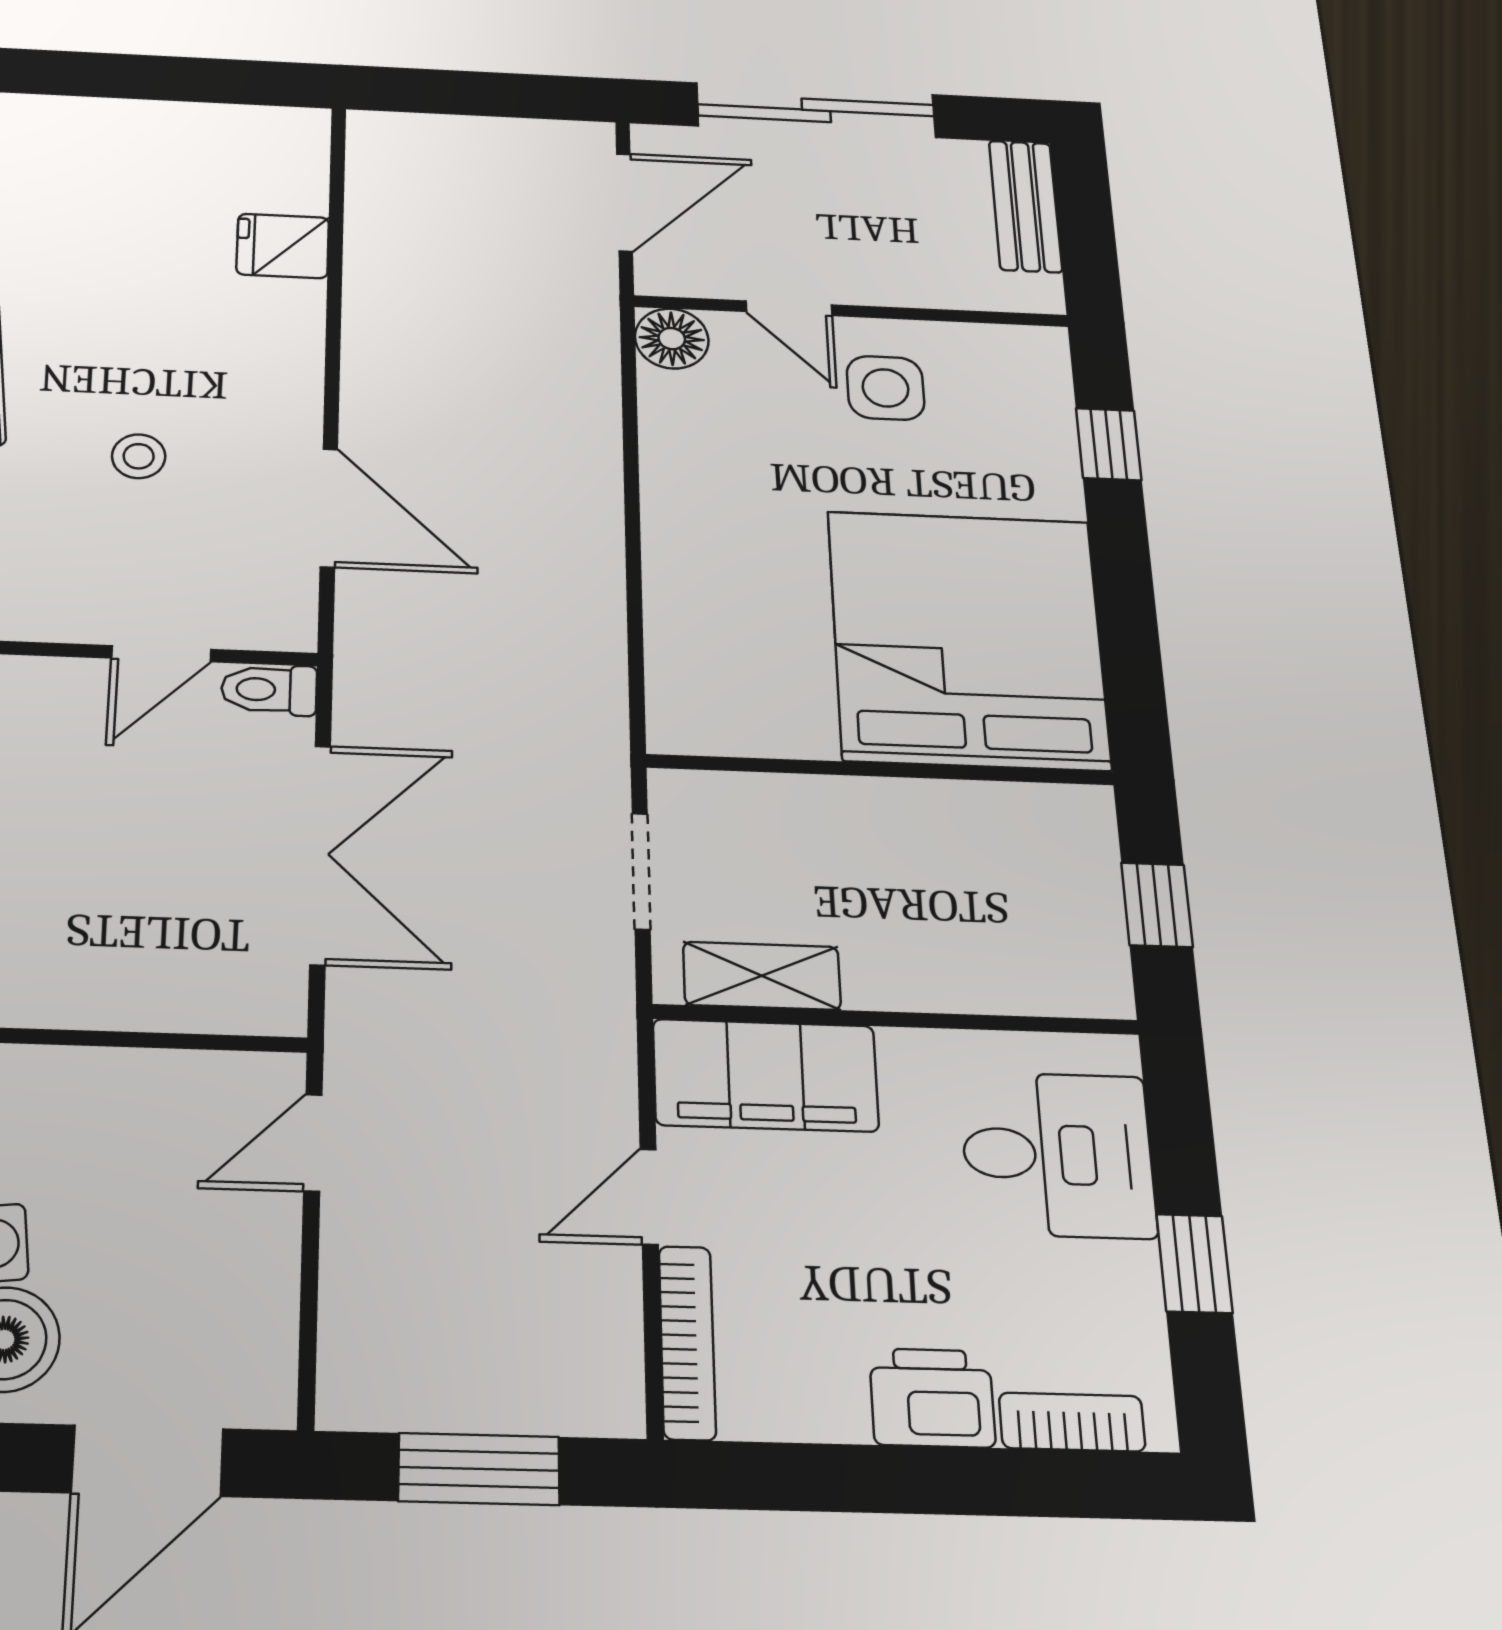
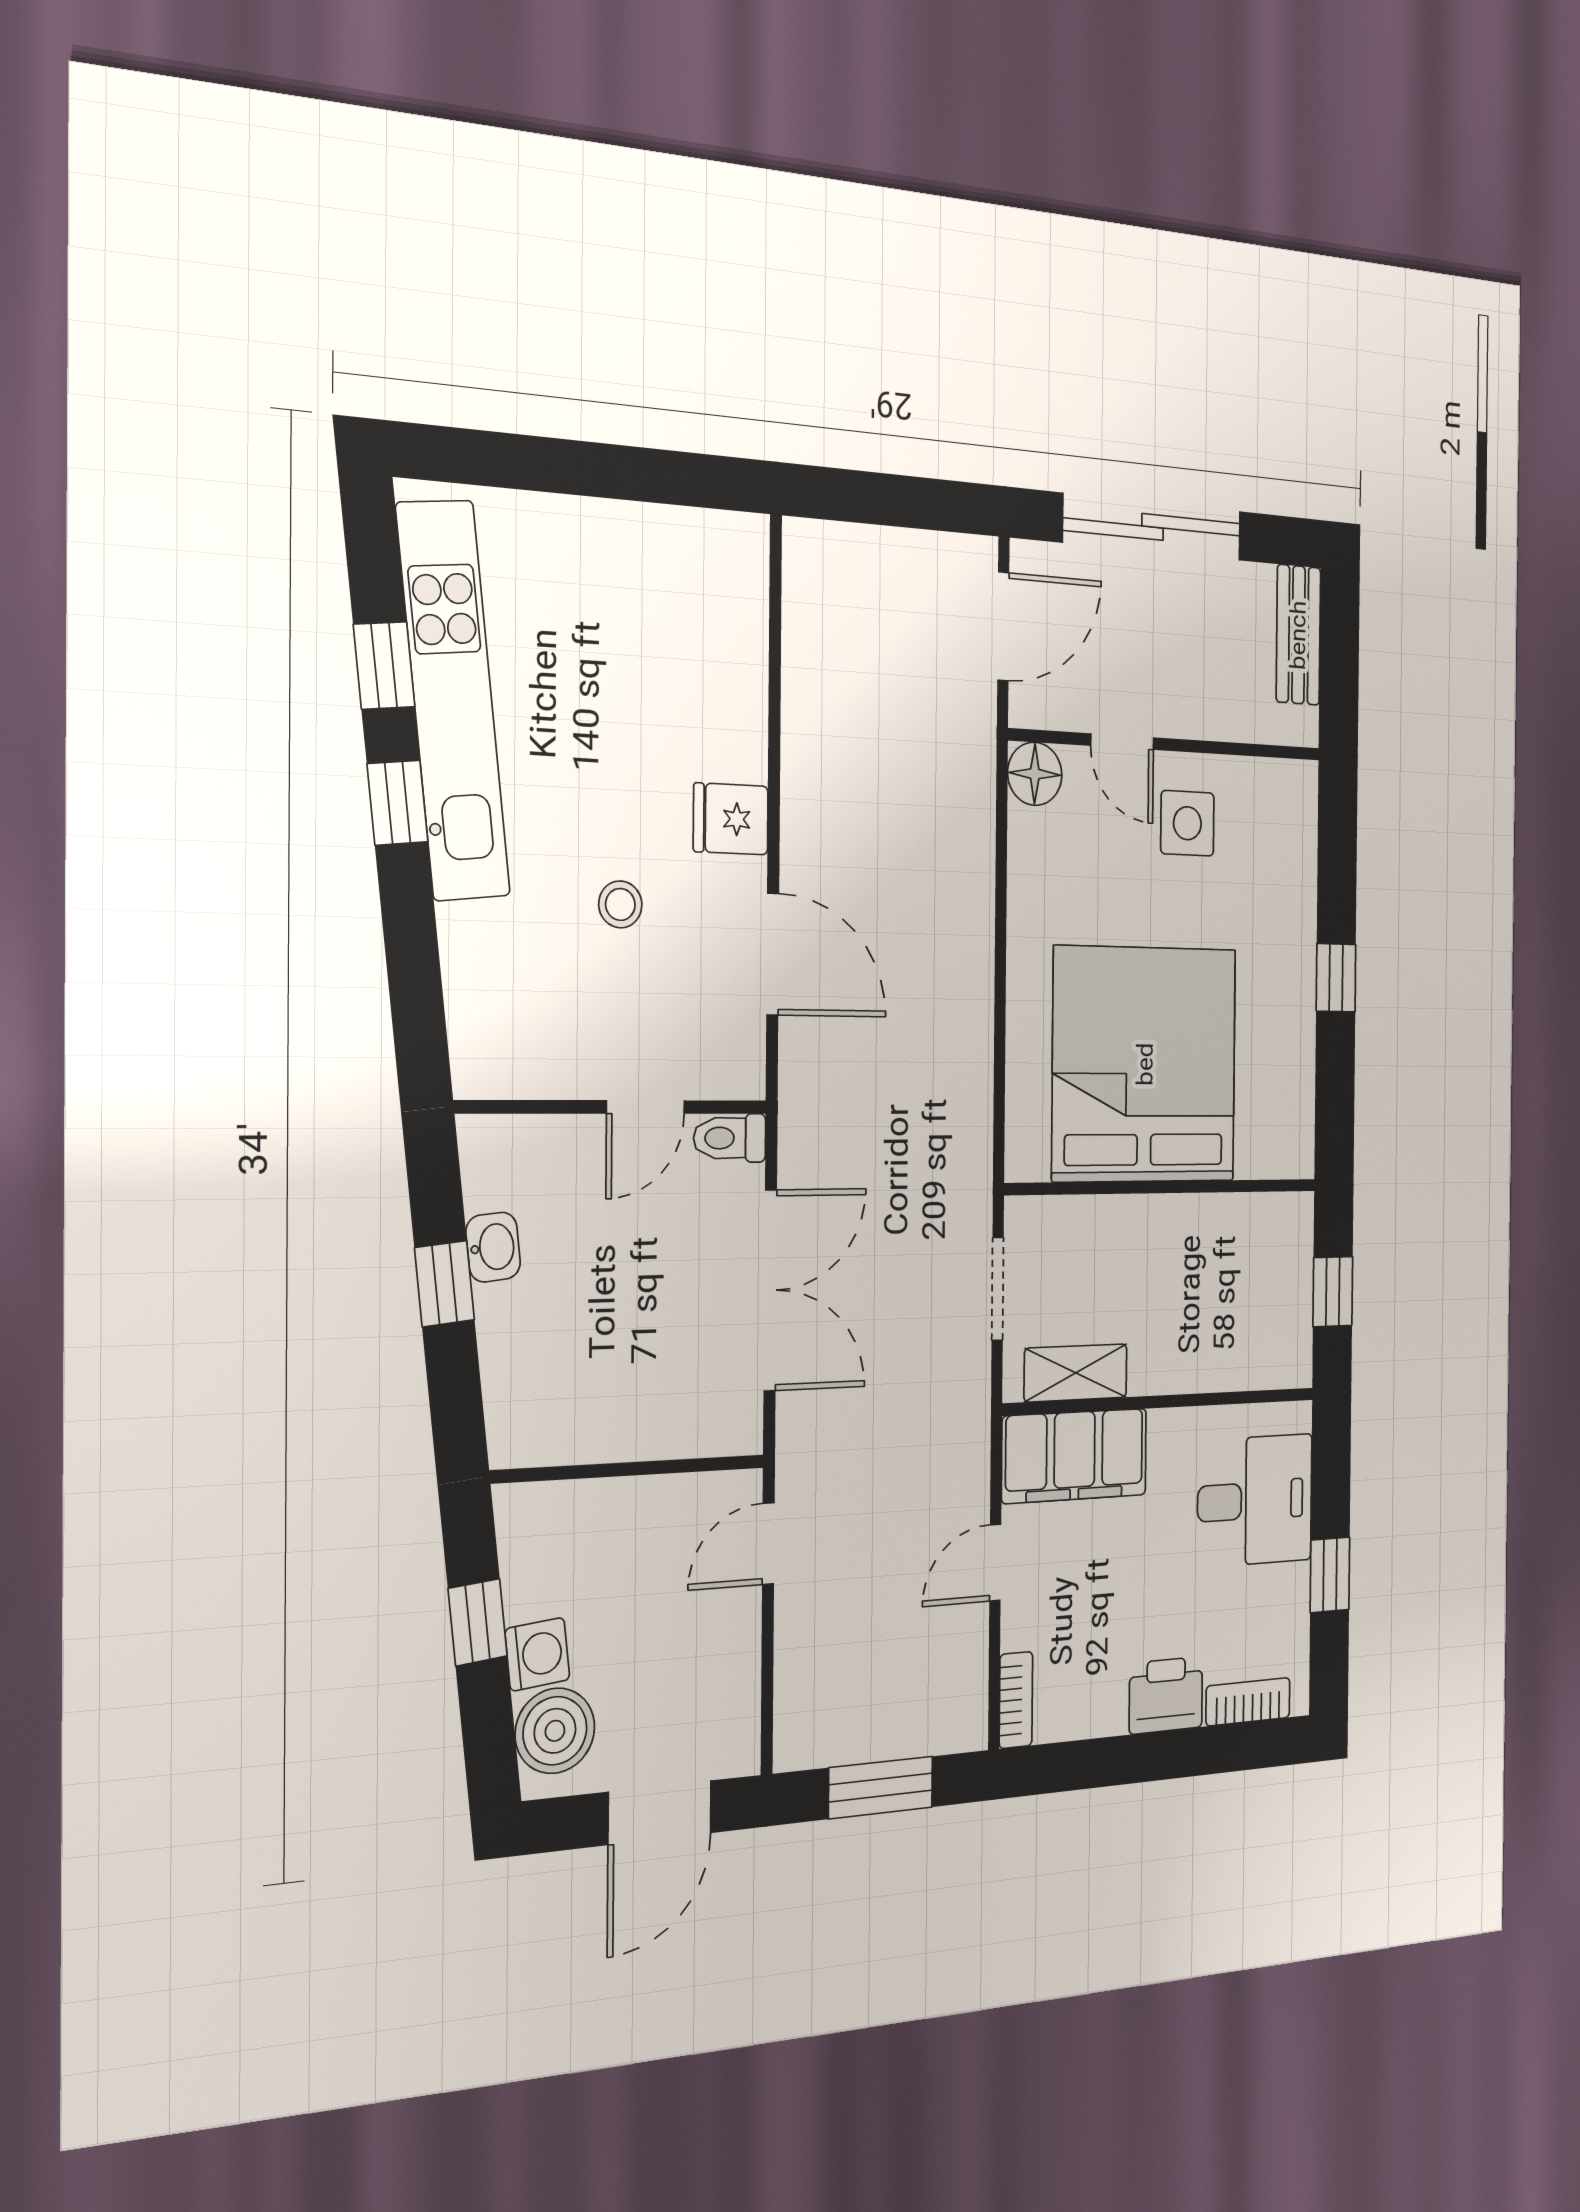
fridge: (283, 246) -> (731, 819), moved
window: (1109, 444) -> (1336, 978), moved
bed: (968, 639) -> (1145, 1064), moved
bookcase: (687, 1342) -> (1016, 1700), width x0.64

